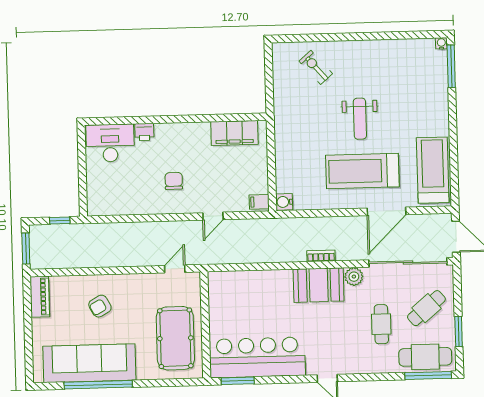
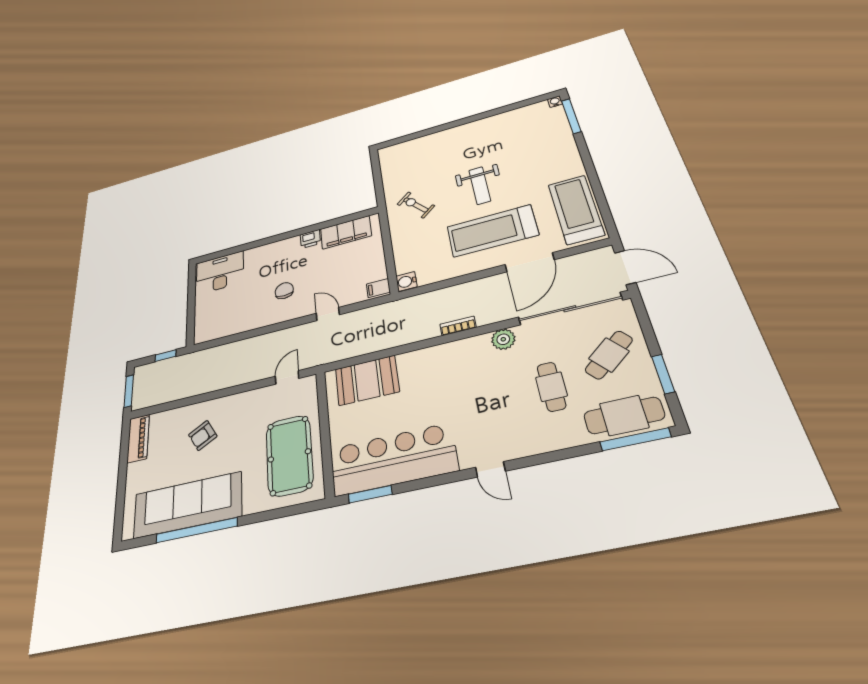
exercise bike: (316, 67) -> (416, 205), moved
printer: (144, 132) -> (310, 239), moved
door: (213, 216) -> (328, 314), swing flipped
booth: (319, 285) -> (367, 380), moved

